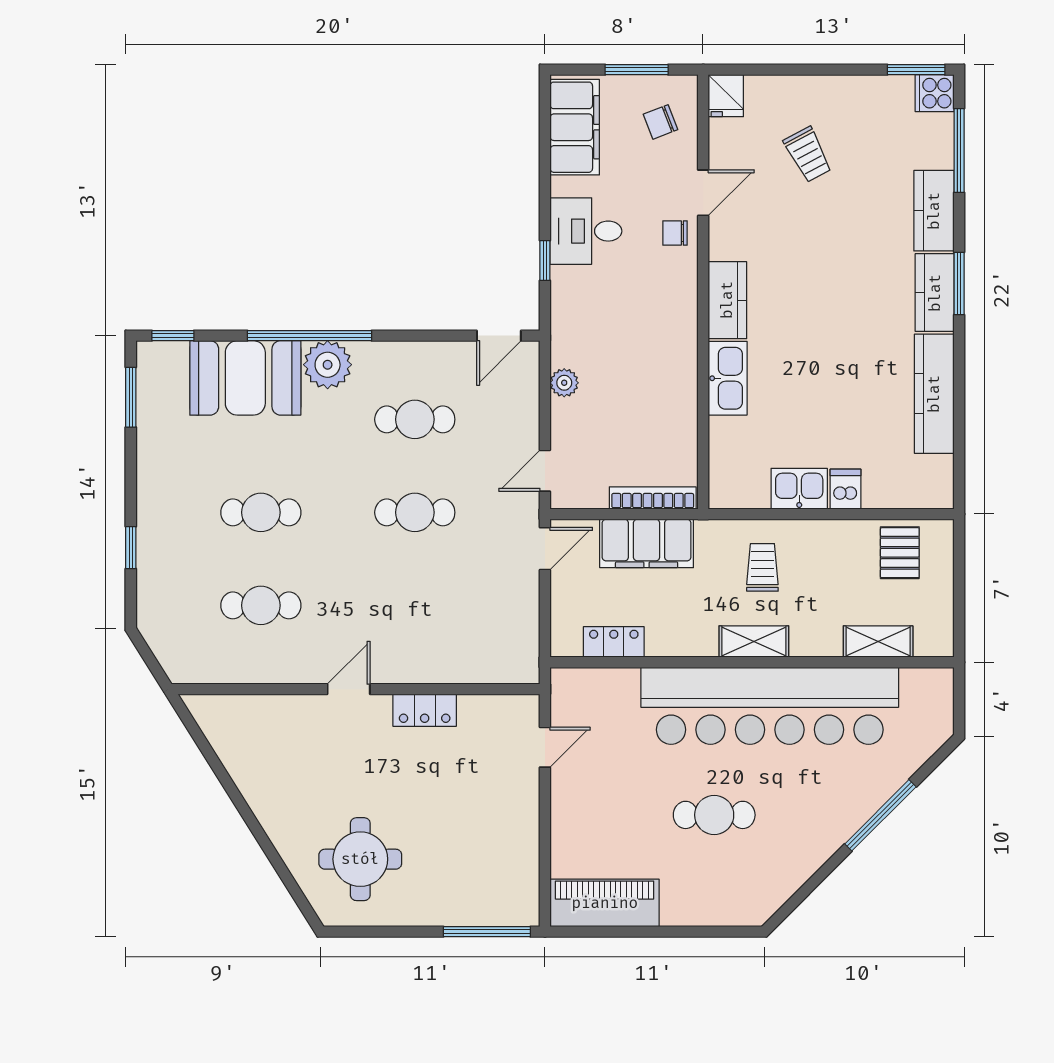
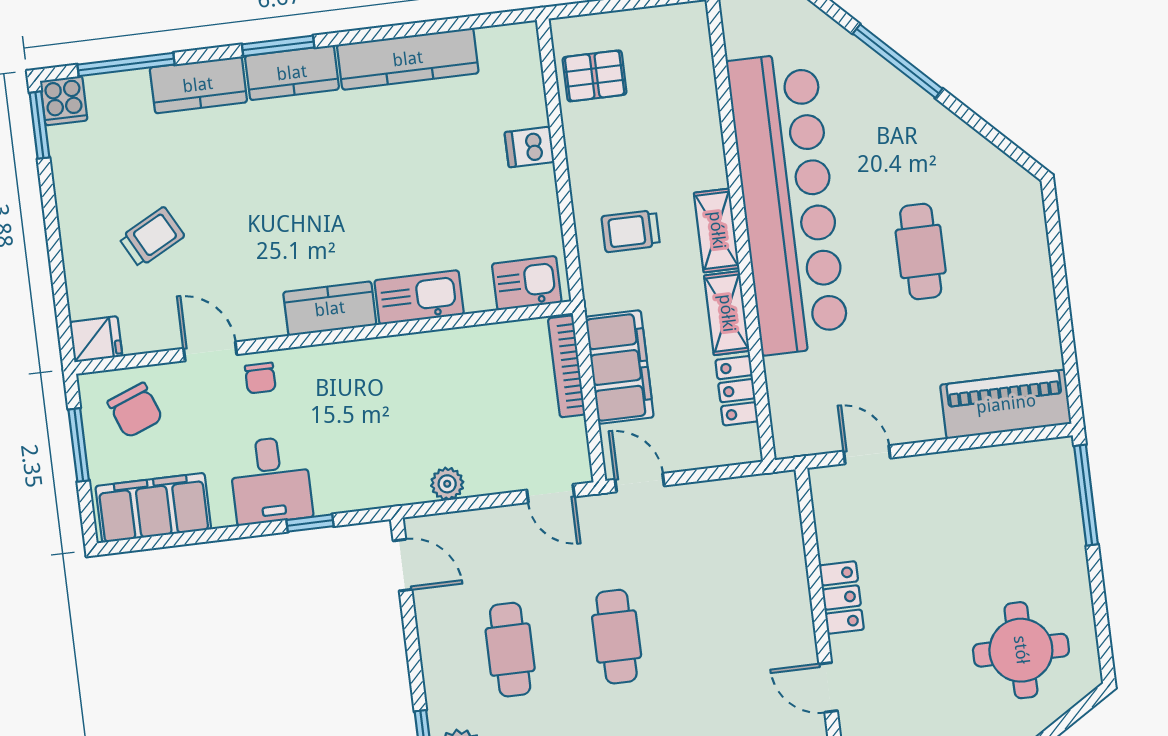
chair: (660, 122) -> (135, 410), width x1.37, depth x1.37
kitchen sink: (799, 489) -> (527, 283), moved, turned 90
shelving: (878, 642) -> (727, 313), moved
piano: (605, 903) -> (1006, 404), moved, turned 90

